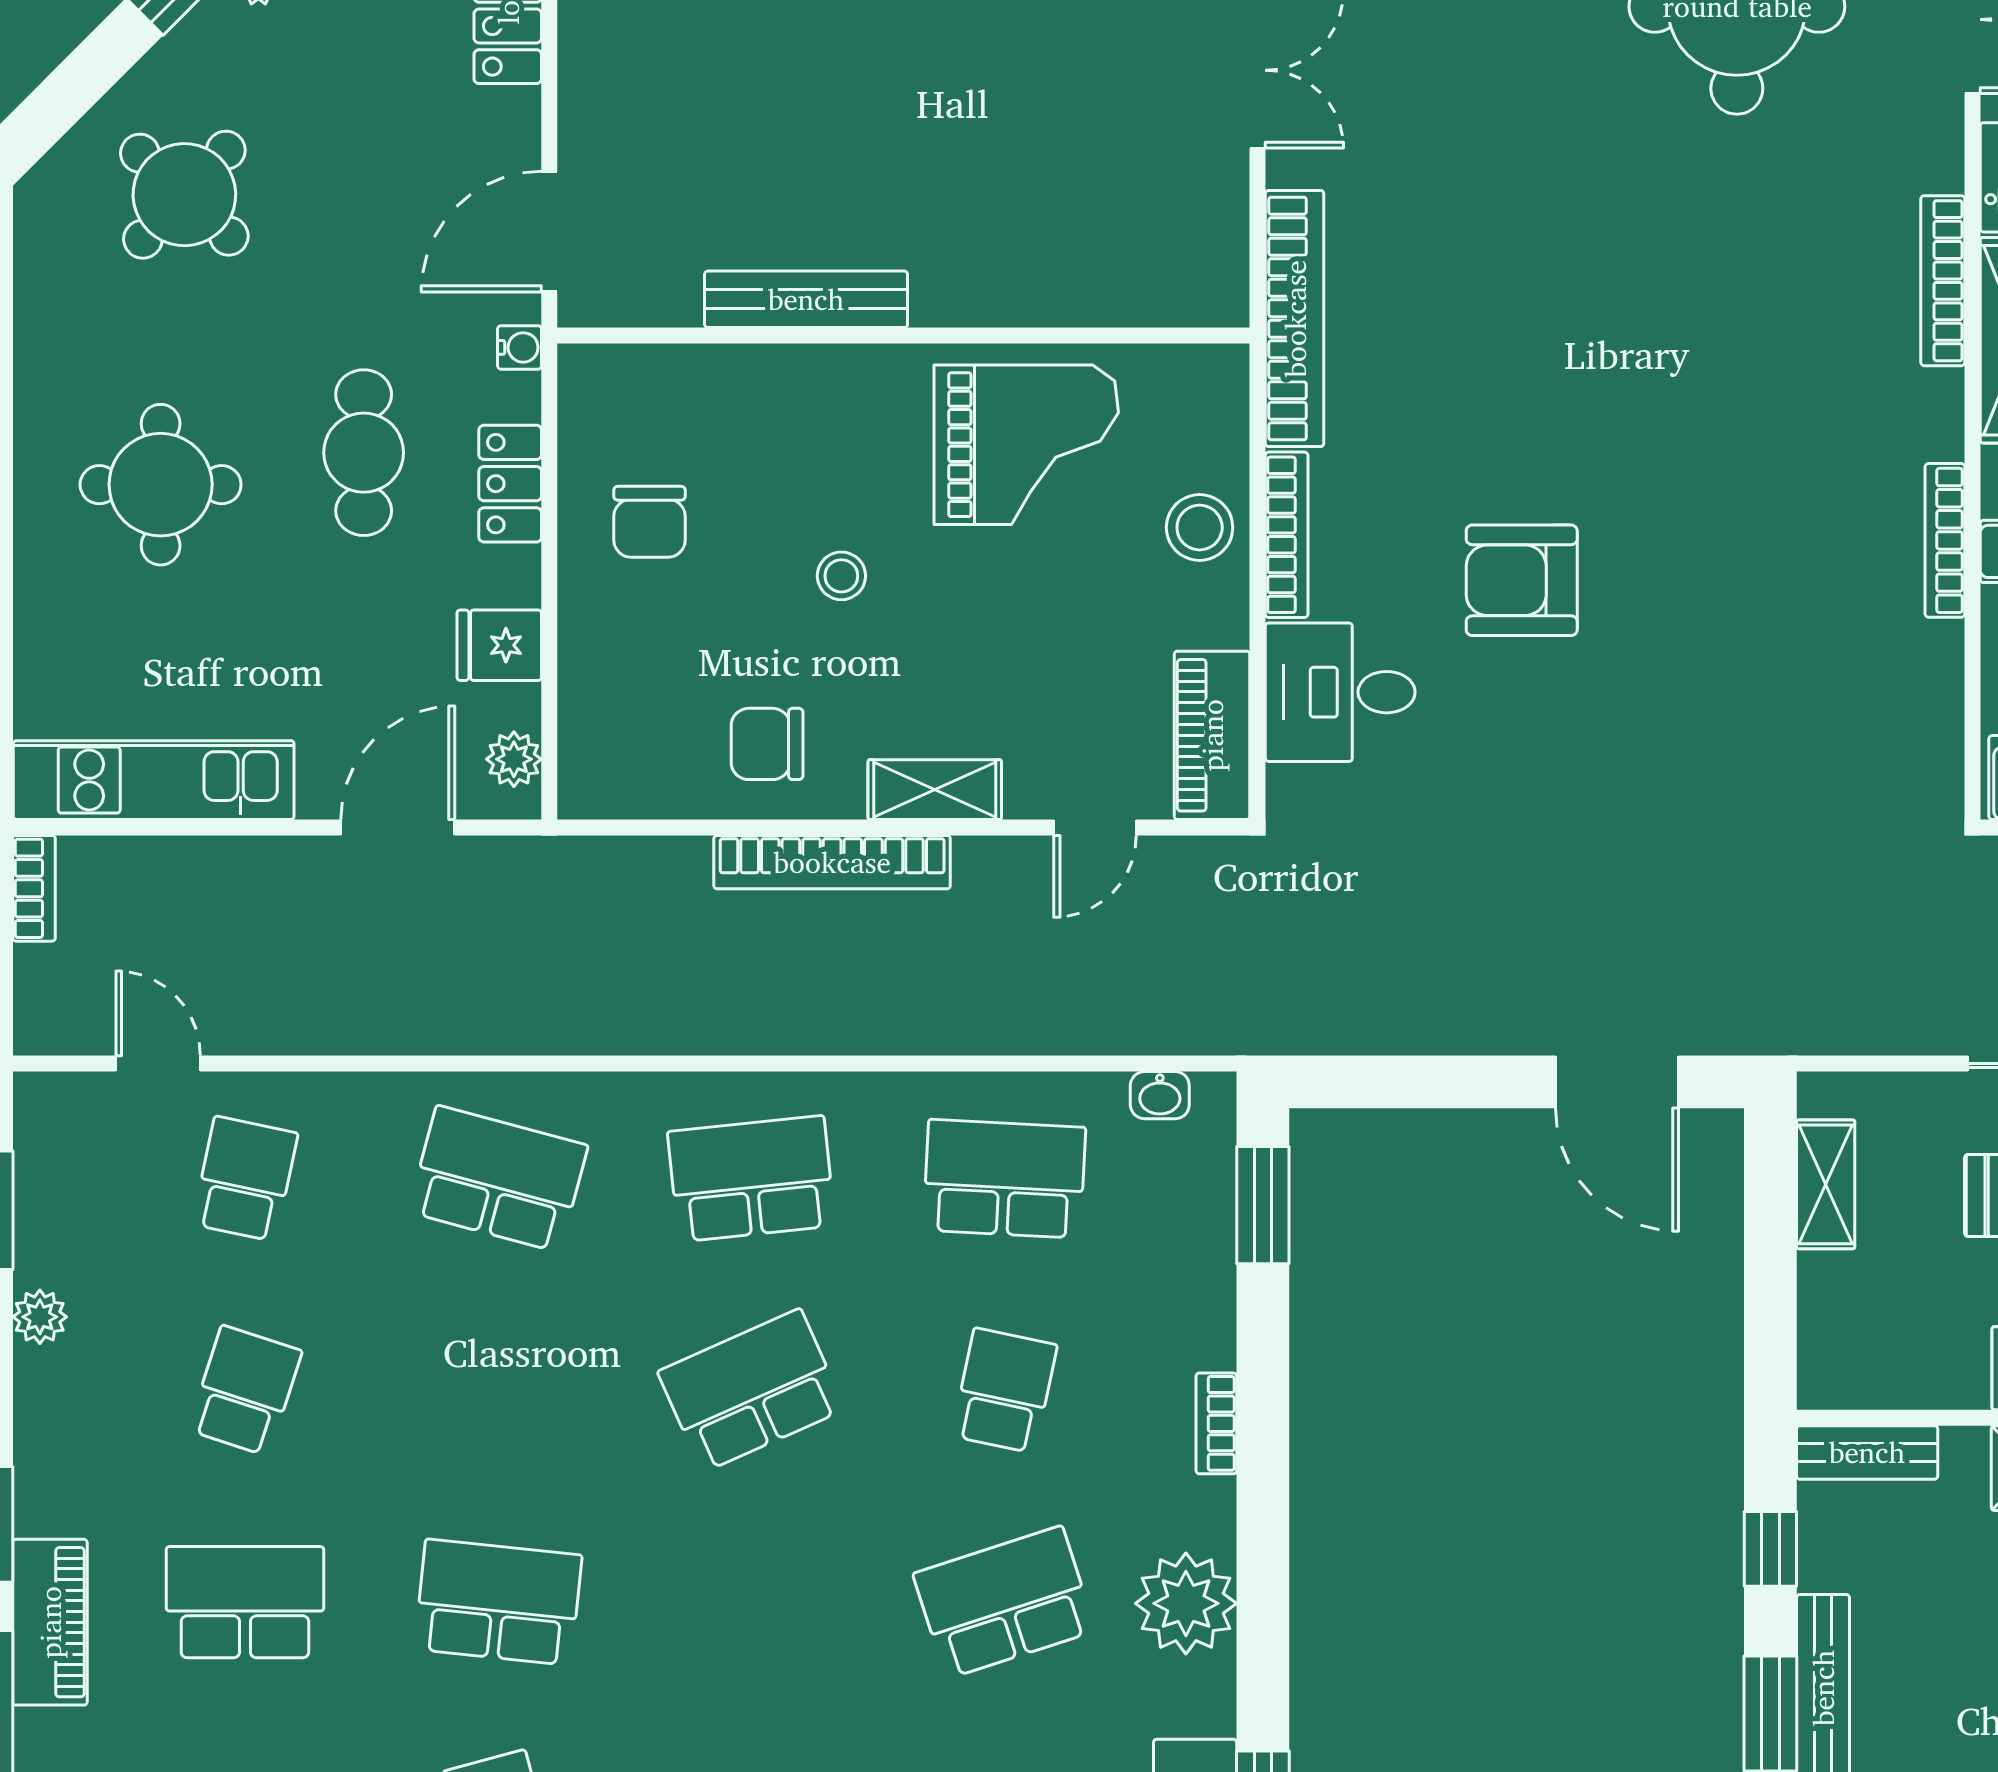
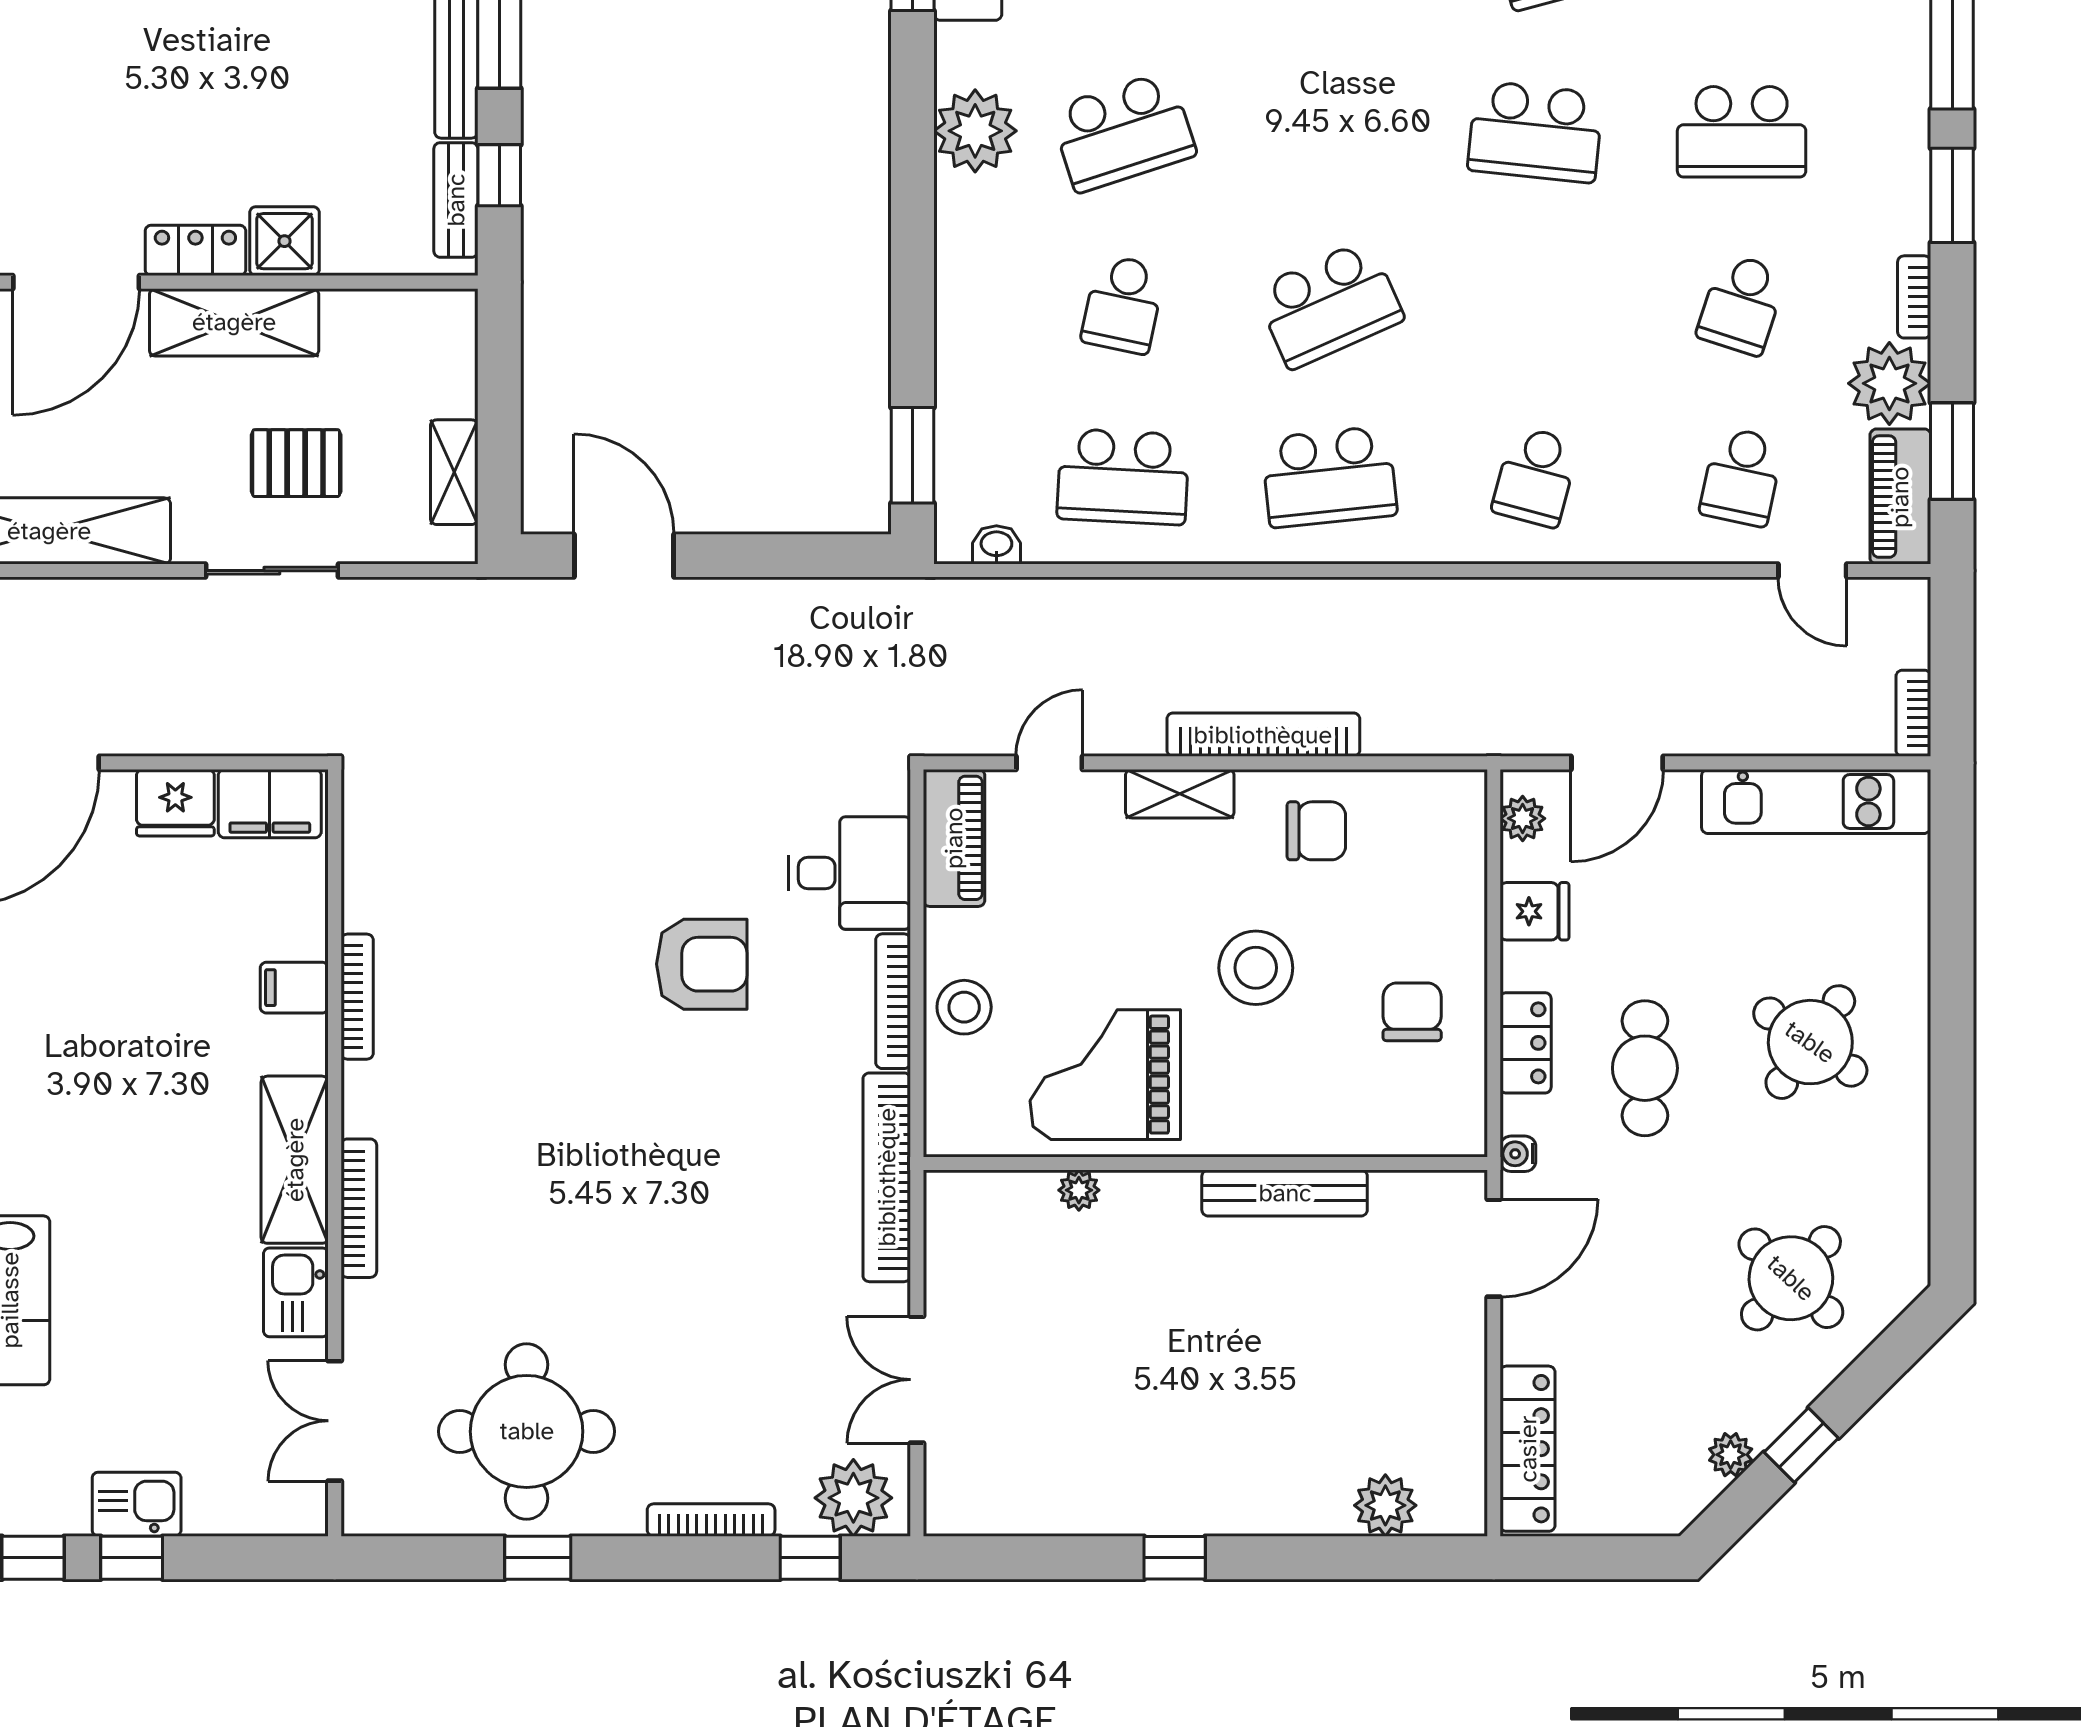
plant: (1058, 303) -> (1079, 1190), added
round table: (161, 485) -> (1810, 1042), turned 35
stool: (841, 576) -> (1256, 968), width x1.89, depth x1.89
school desk: (498, 1179) -> (1535, 477), width x0.54
plant: (40, 1317) -> (1889, 383), width x1.88, depth x1.88
bookcase: (1216, 1423) -> (1914, 297), moved, turned 180
bench: (1867, 1452) -> (456, 200), moved, turned 90
piano: (50, 1622) -> (1900, 497), moved

